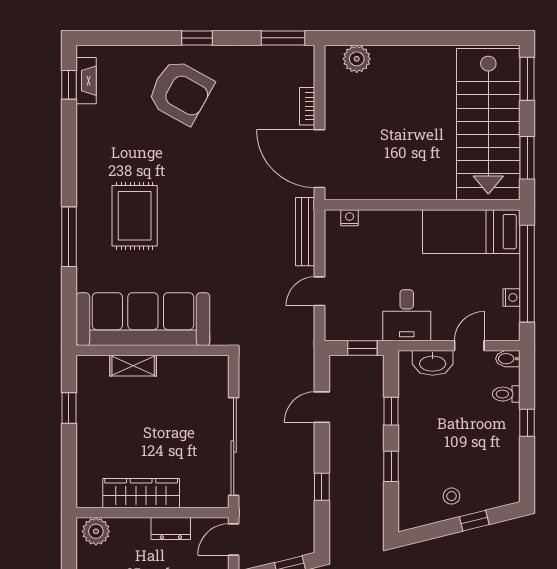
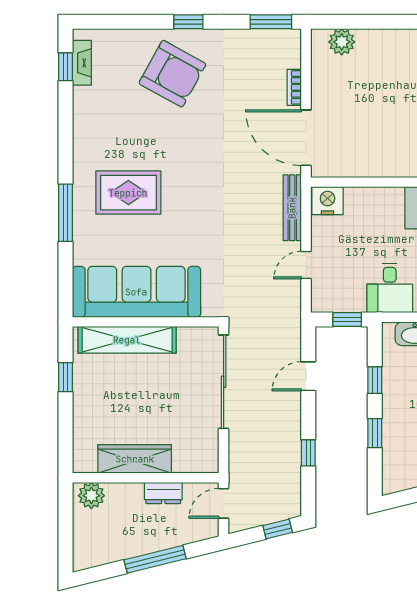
rug: (135, 216) -> (128, 193), turned 90
nightstand: (350, 218) -> (328, 201), width x1.89, depth x1.79
shelving: (133, 366) -> (127, 340), width x2.20, depth x1.33
sliding door: (234, 446) -> (224, 382), moved

